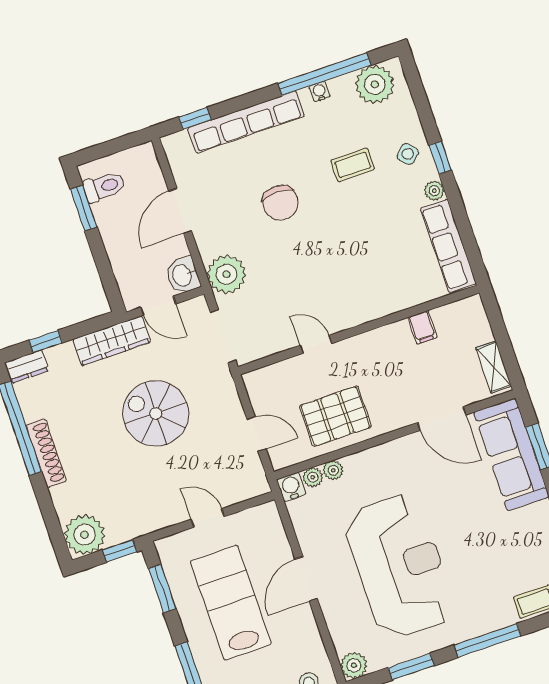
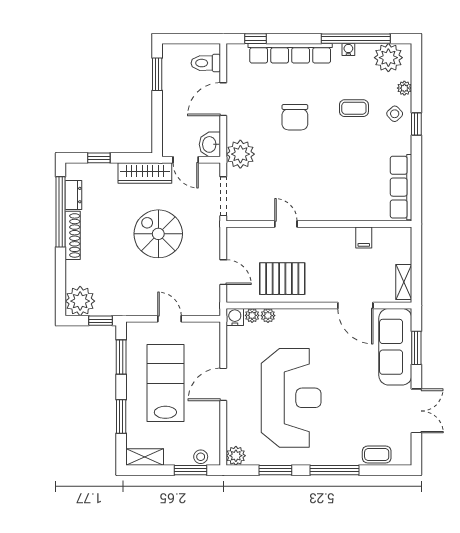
toilet: (104, 187) -> (206, 63), moved, turned 180
plant: (434, 191) -> (404, 88), moved
dresser: (27, 367) -> (73, 195), moved, turned -90

